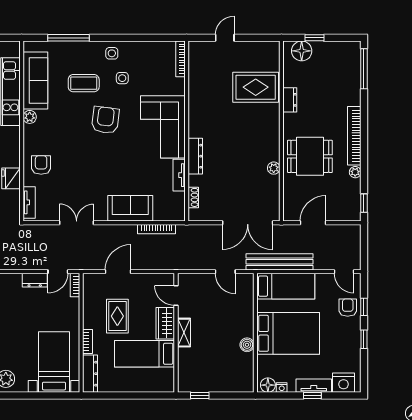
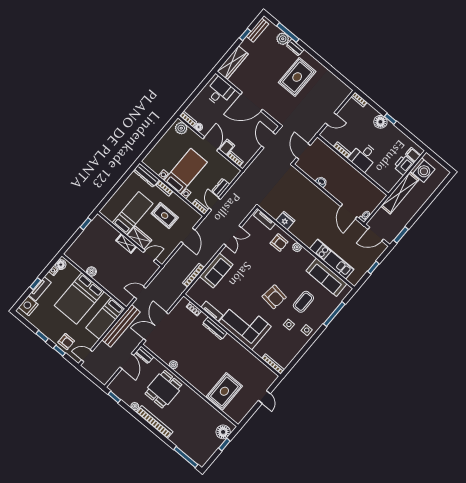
dresser: (290, 100) -> (144, 355), moved
plant: (30, 117) -> (297, 247), moved
bed with nightstands: (54, 362) -> (186, 171), moved, turned -90

